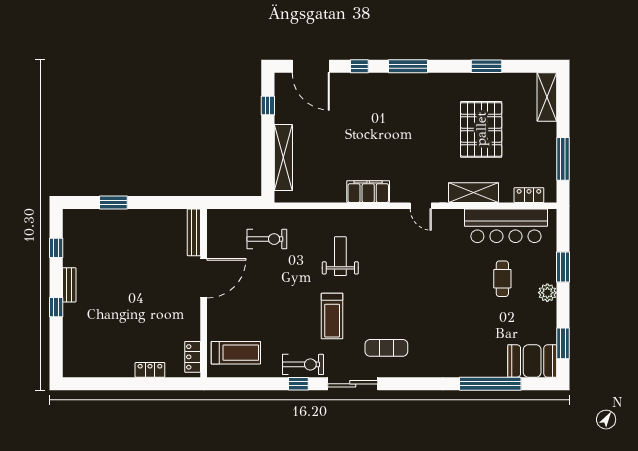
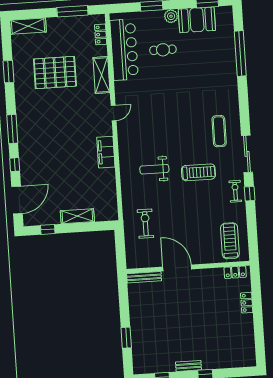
shelving: (283, 158) -> (77, 216), width x0.68
booth: (532, 361) -> (197, 20), moved, turned 90
exercise bike: (303, 364) -> (235, 191), width x0.73, depth x0.72

